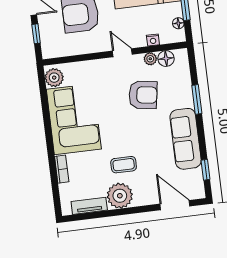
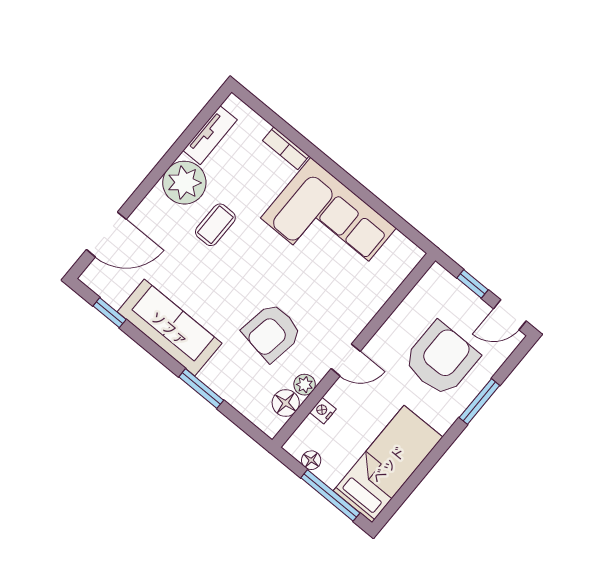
plant: (54, 78) -> (400, 251), removed

